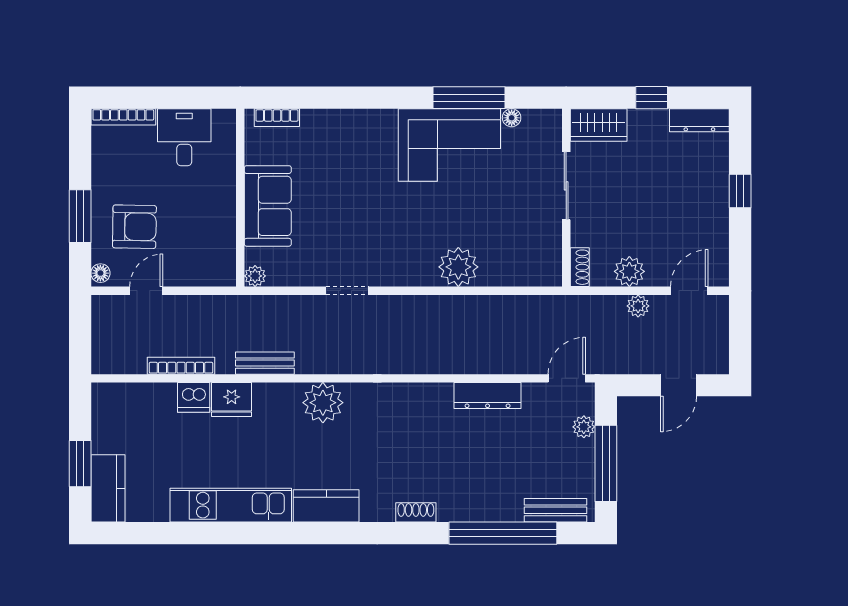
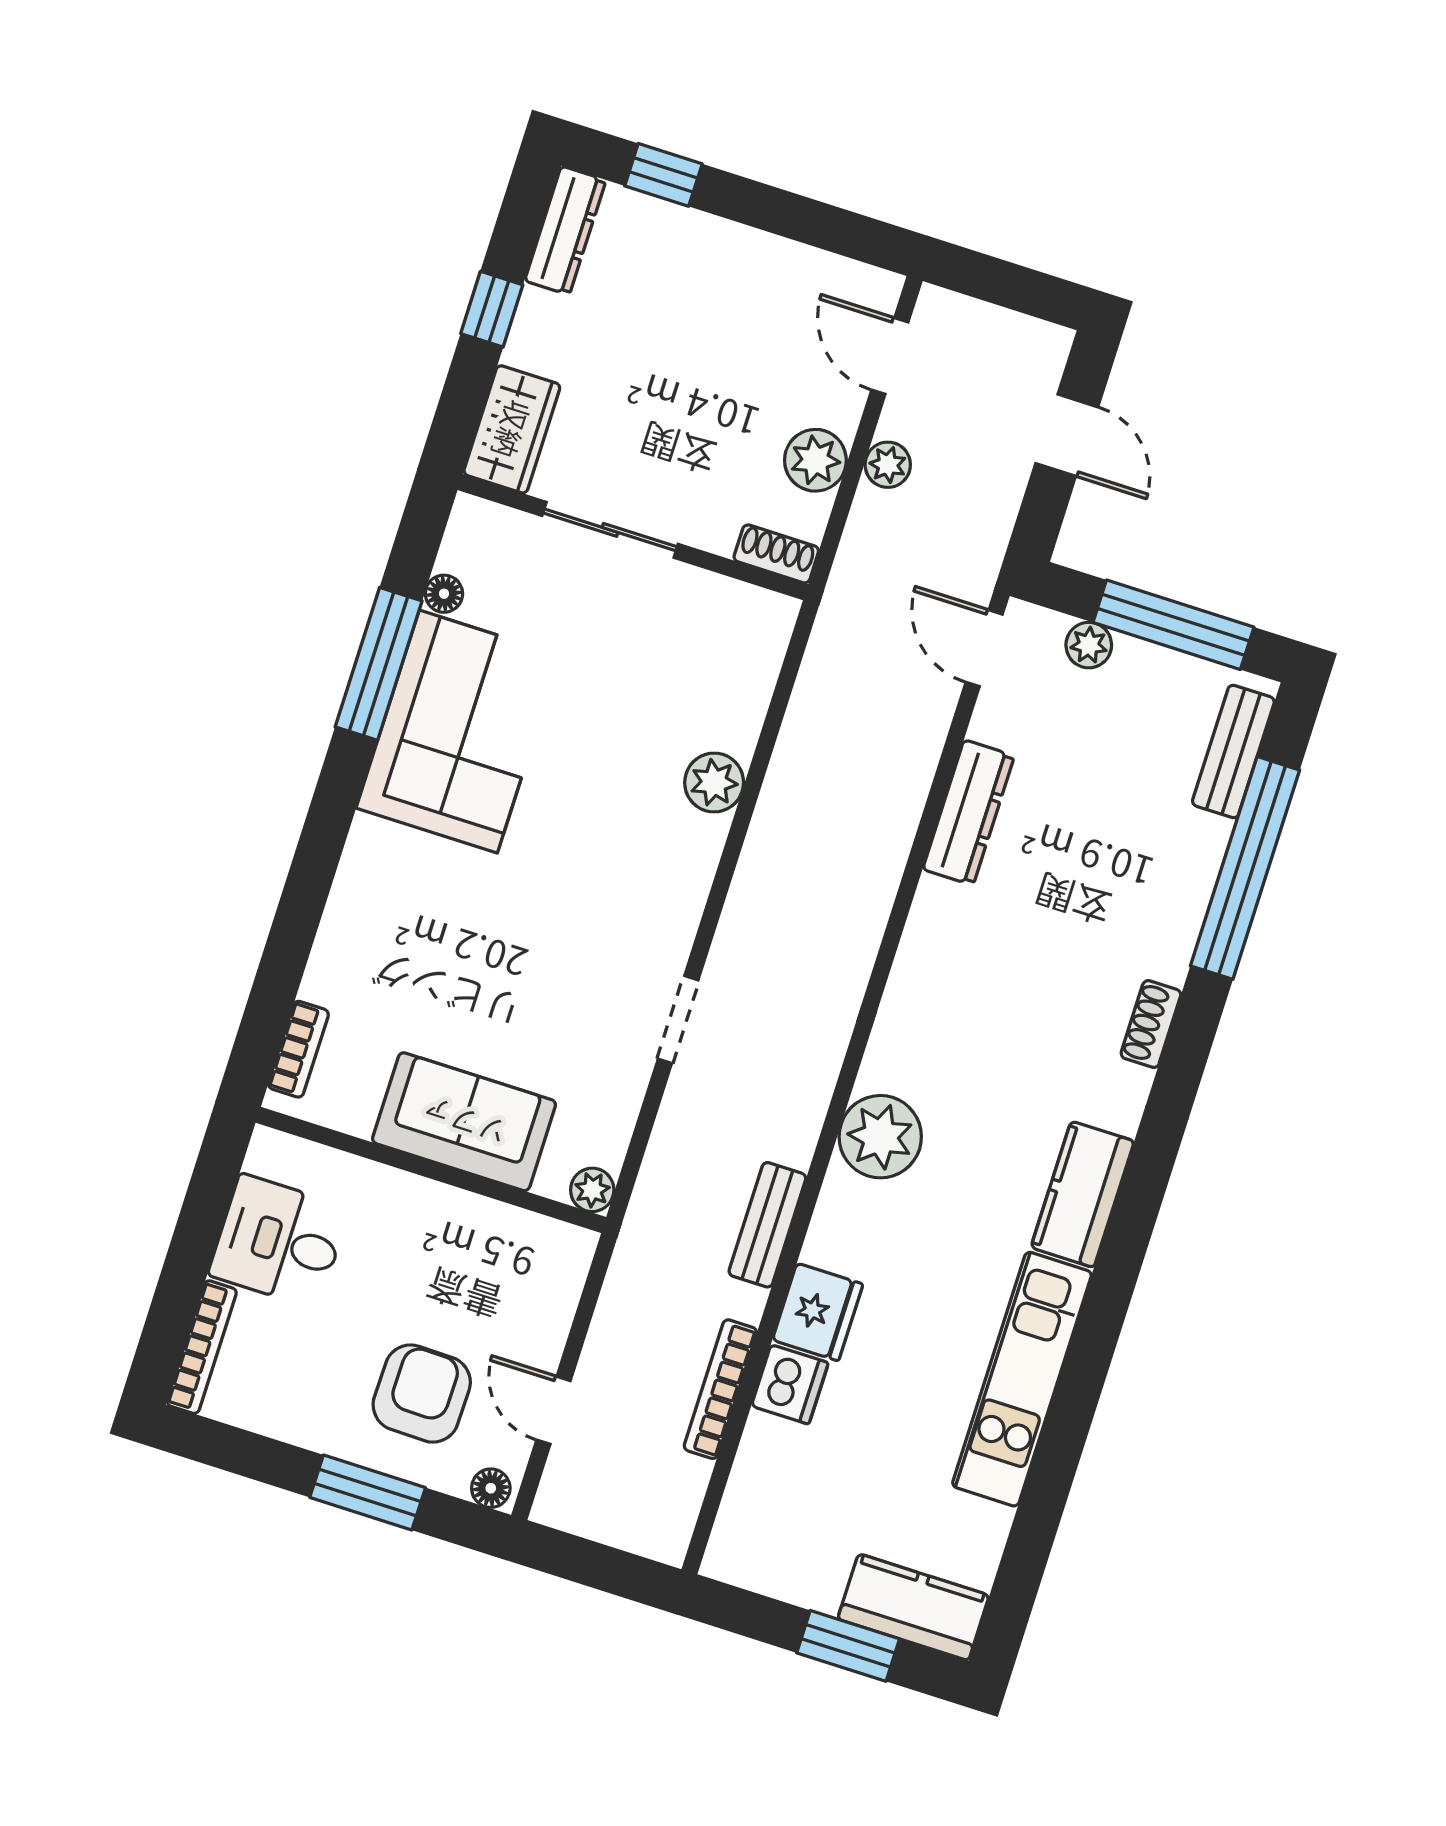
window: (740, 191) -> (663, 175), moved
plant: (458, 267) -> (714, 783), width x0.73, depth x0.73

